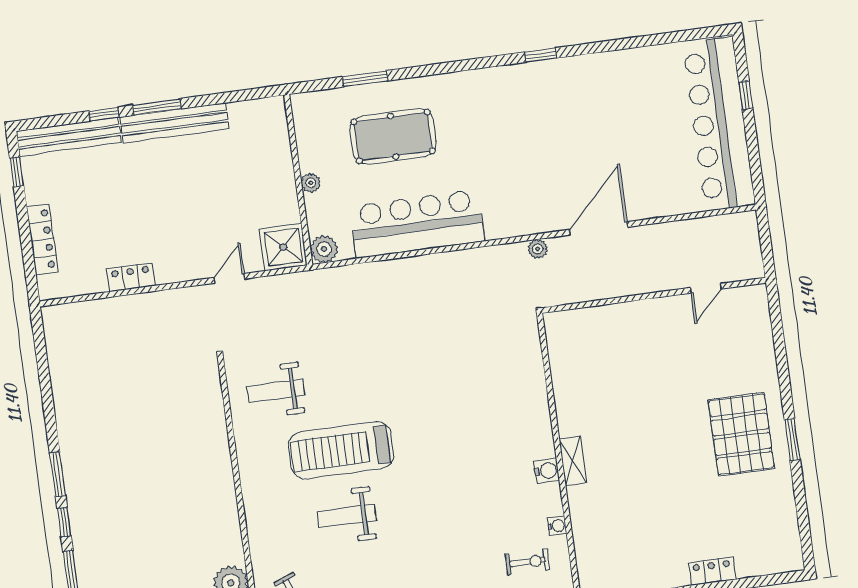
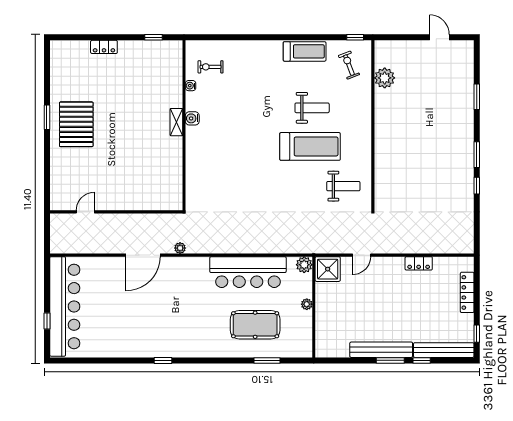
window: (64, 522) -> (477, 186), moved

